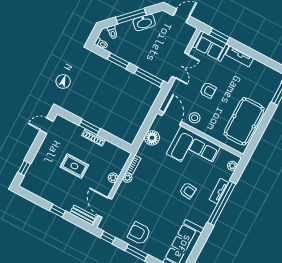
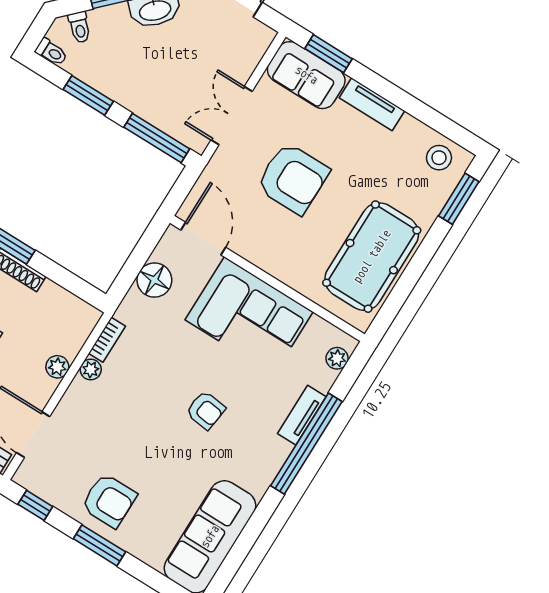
double door: (180, 65) -> (232, 116), swing flipped
armchair: (208, 90) -> (293, 178), width x1.88, depth x1.88
stool: (195, 118) -> (439, 158), moved
armchair: (188, 191) -> (206, 410), moved
armchair: (139, 233) -> (109, 501), turned 180

